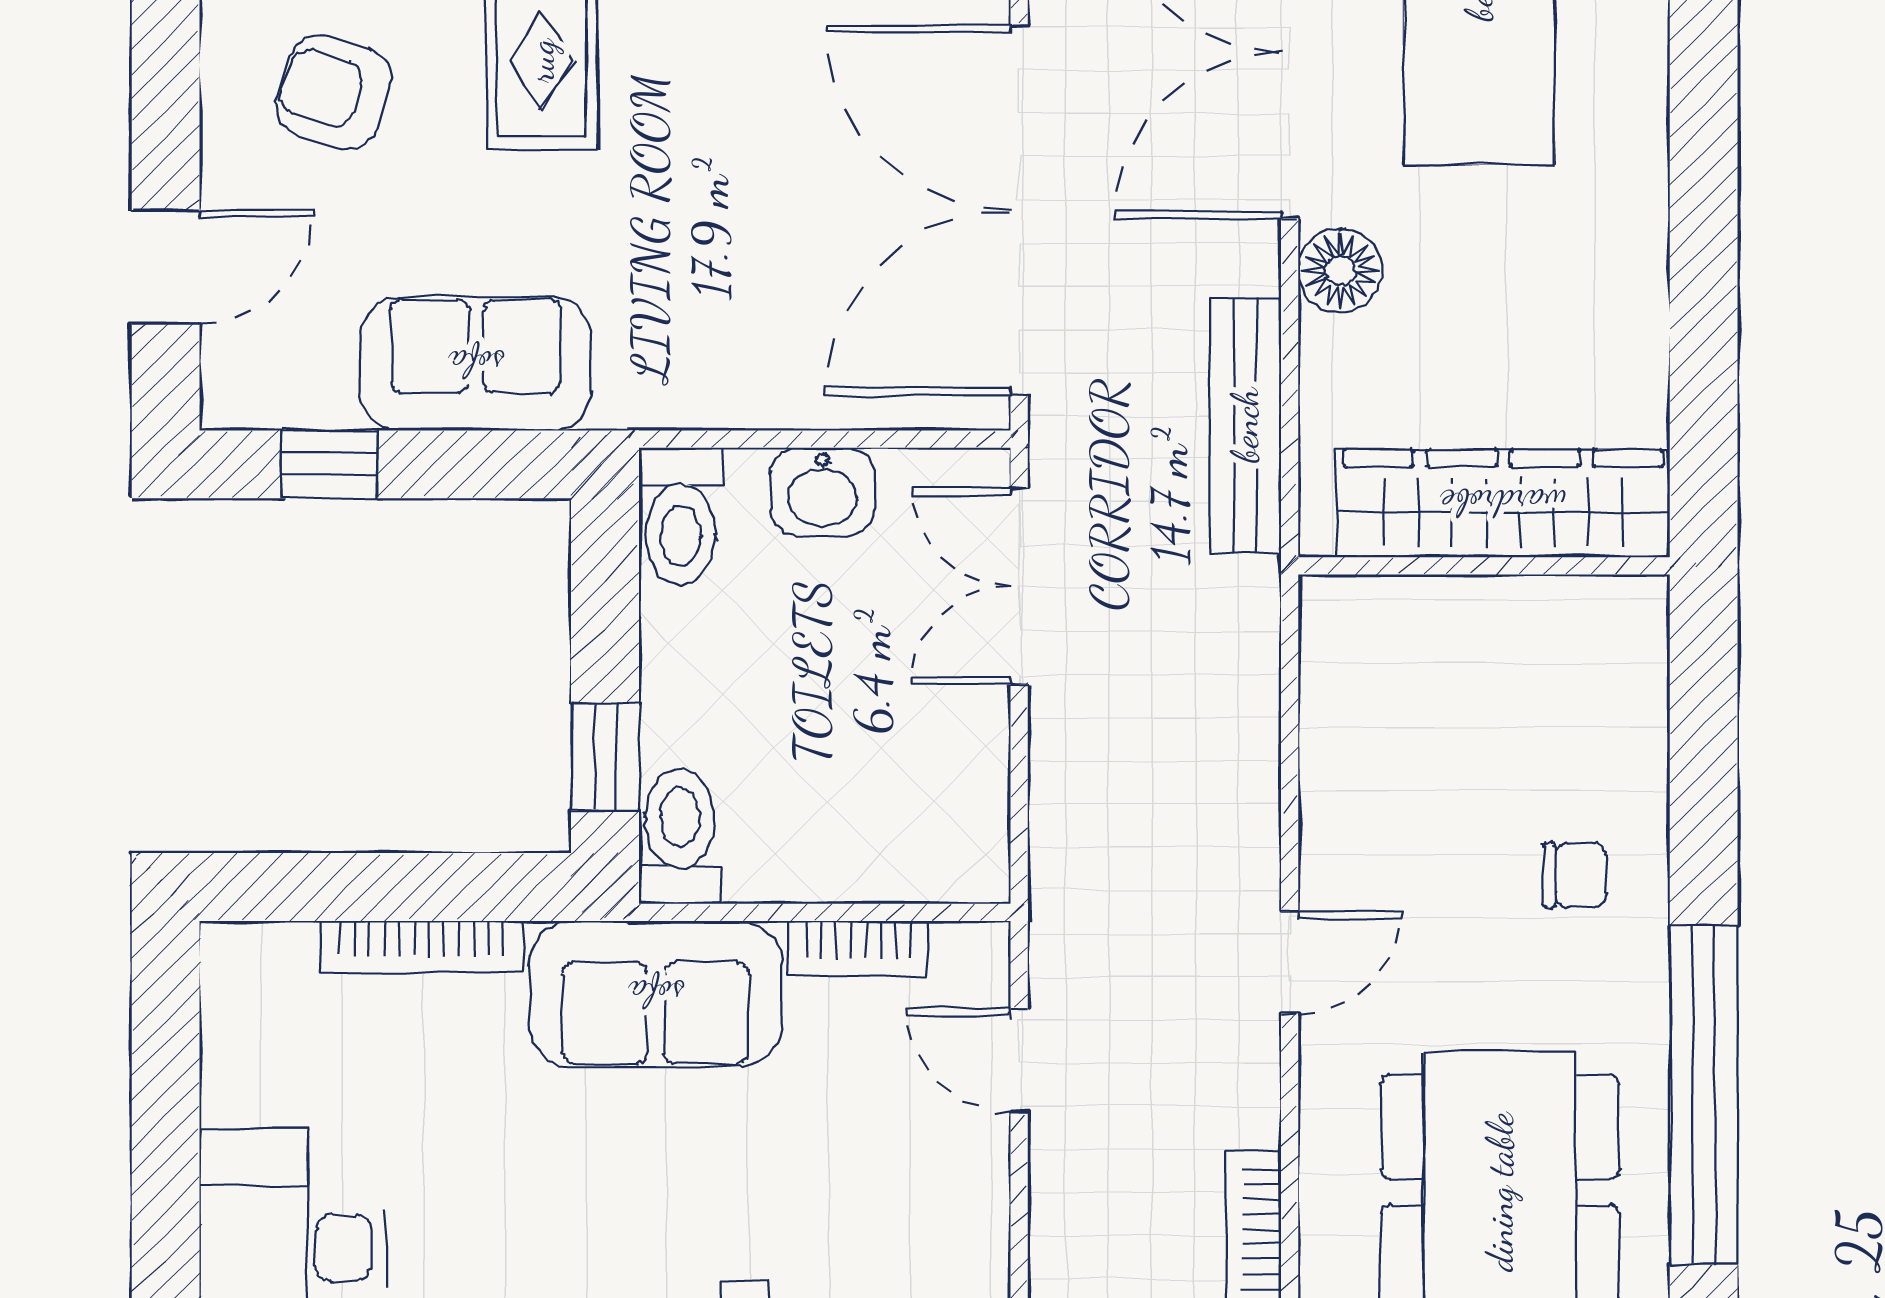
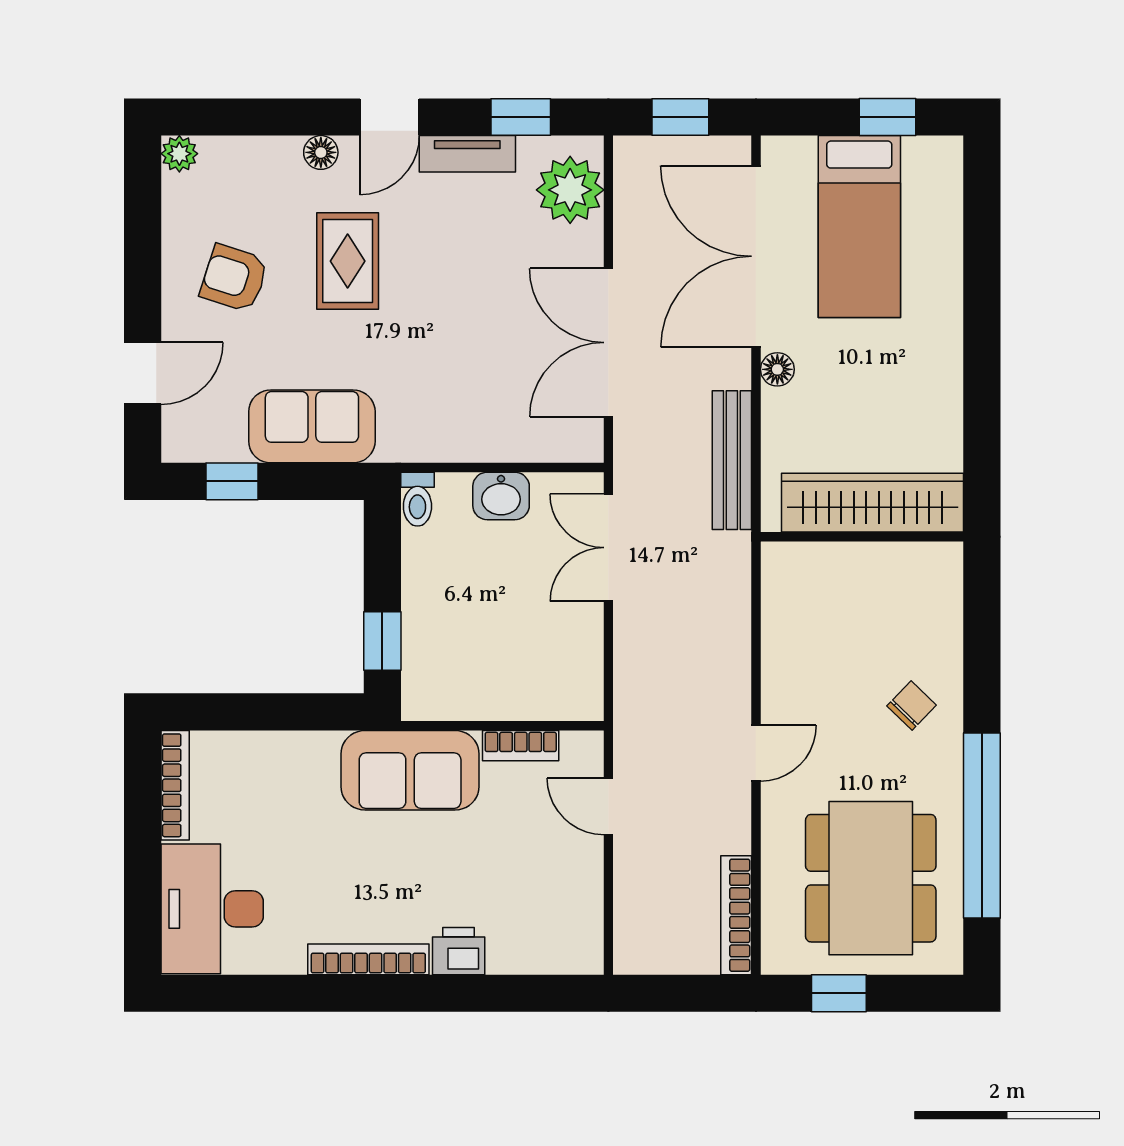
double door: (1019, 210) -> (608, 343), width x0.73
floor lamp: (1340, 271) -> (777, 369), width x0.73, depth x0.73
toilet: (681, 516) -> (417, 499), width x0.73, depth x0.72
toilet: (680, 836) -> (423, 684), removed
chair: (1575, 875) -> (912, 706), turned -46
bookcase: (422, 947) -> (175, 785), moved, turned -90

